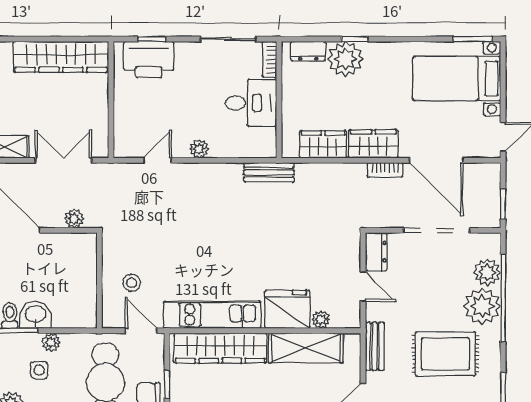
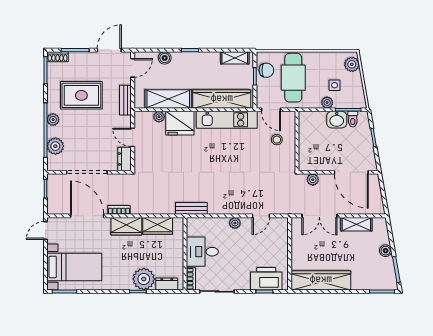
plant: (482, 306) -> (53, 120), width x0.53, depth x0.53

